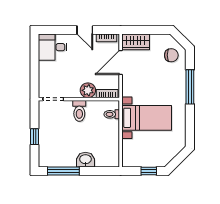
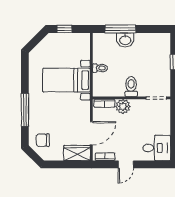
door: (85, 30) -> (126, 164), swing flipped
toilet: (112, 114) -> (100, 68), moved
window: (63, 171) -> (120, 29), moved

